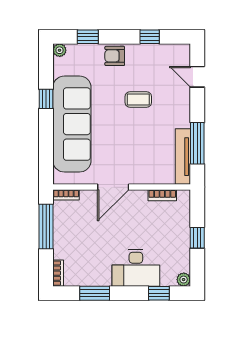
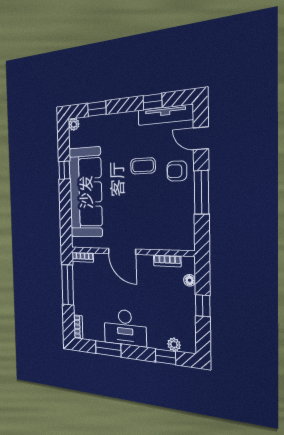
armchair: (115, 56) -> (177, 171), moved
window: (197, 143) -> (201, 192), moved
tv unit: (183, 157) -> (165, 115), moved, turned -90
door: (113, 187) -> (122, 251), hinge flipped
floor lamp: (185, 214) -> (190, 280), added
desk: (136, 268) -> (125, 327), moved
plant: (184, 280) -> (174, 344), moved

